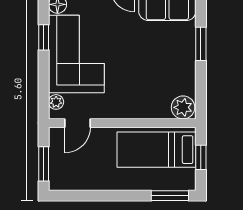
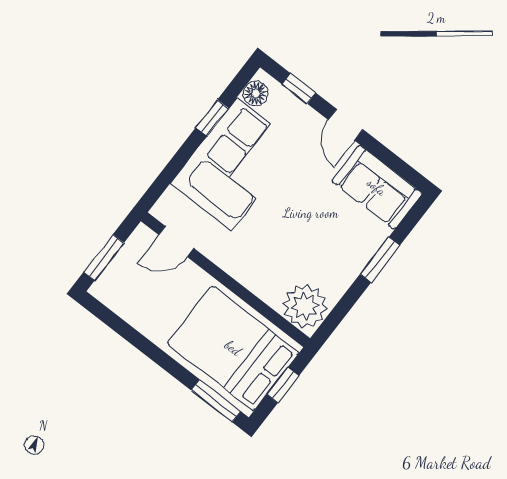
plant: (56, 102) -> (171, 200), removed
plant: (183, 107) -> (305, 306), width x1.36, depth x1.36
bed: (157, 150) -> (233, 348), width x1.50

